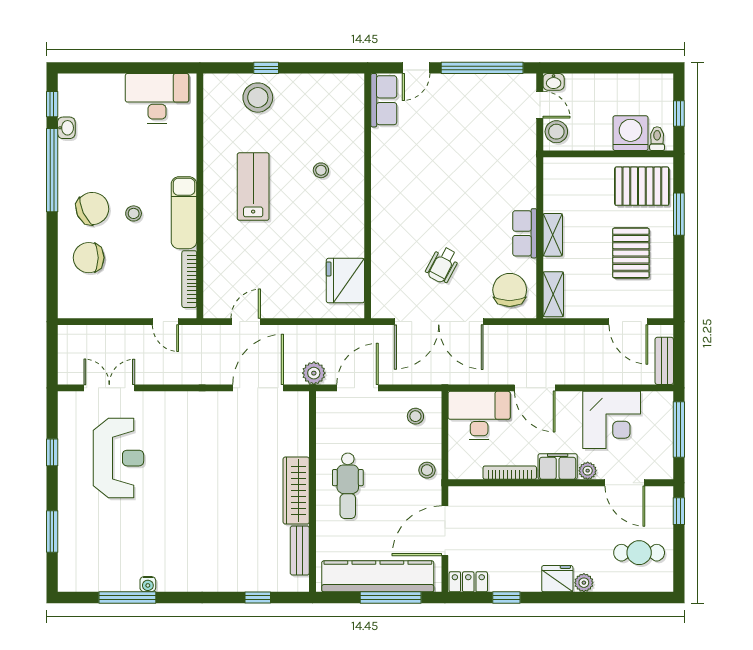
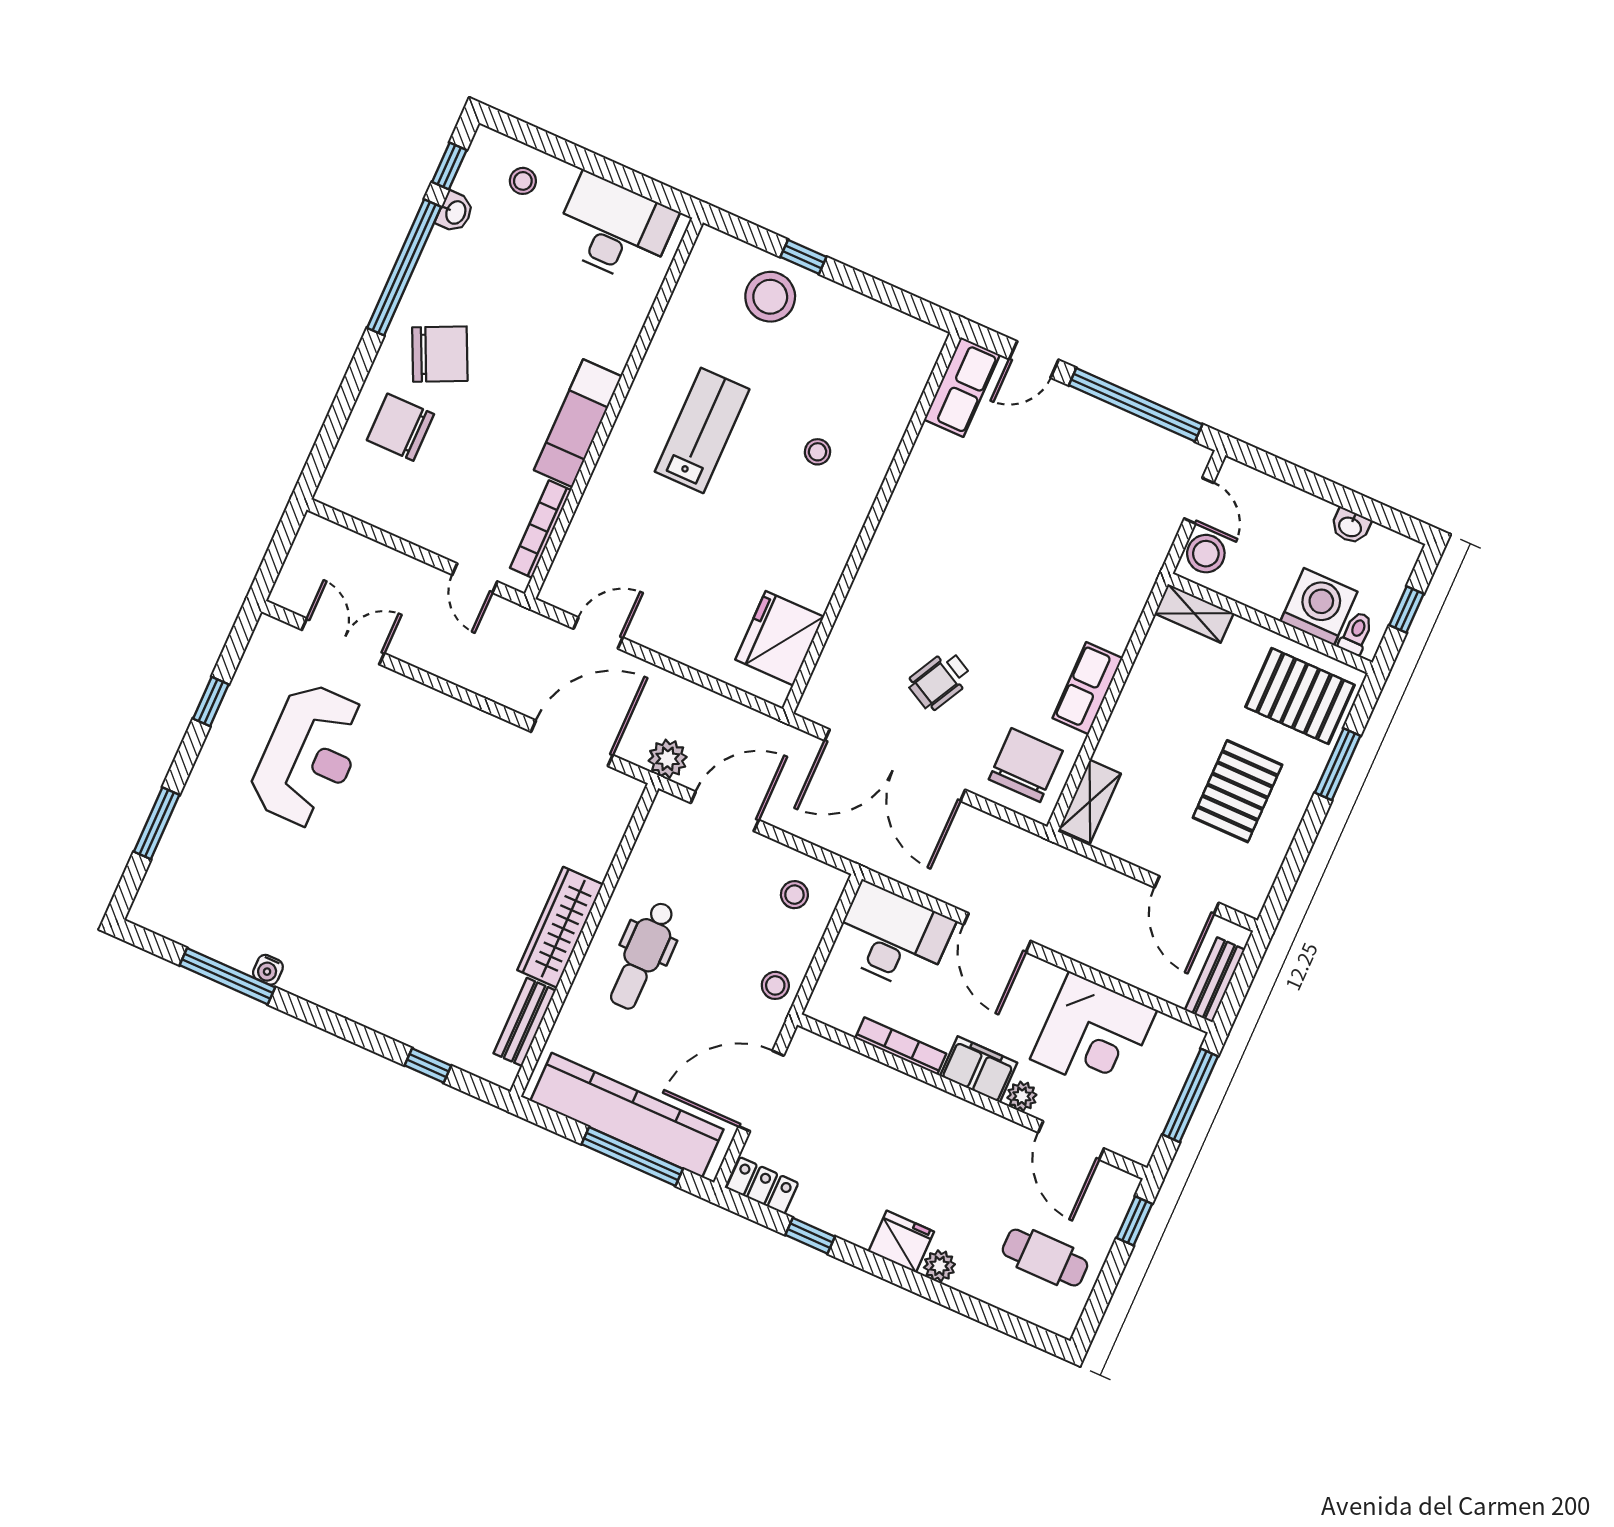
washbasin: (554, 82) -> (1350, 526), moved
stool: (134, 213) -> (523, 181), moved
shelving: (553, 235) -> (1194, 613), moved, turned 90

